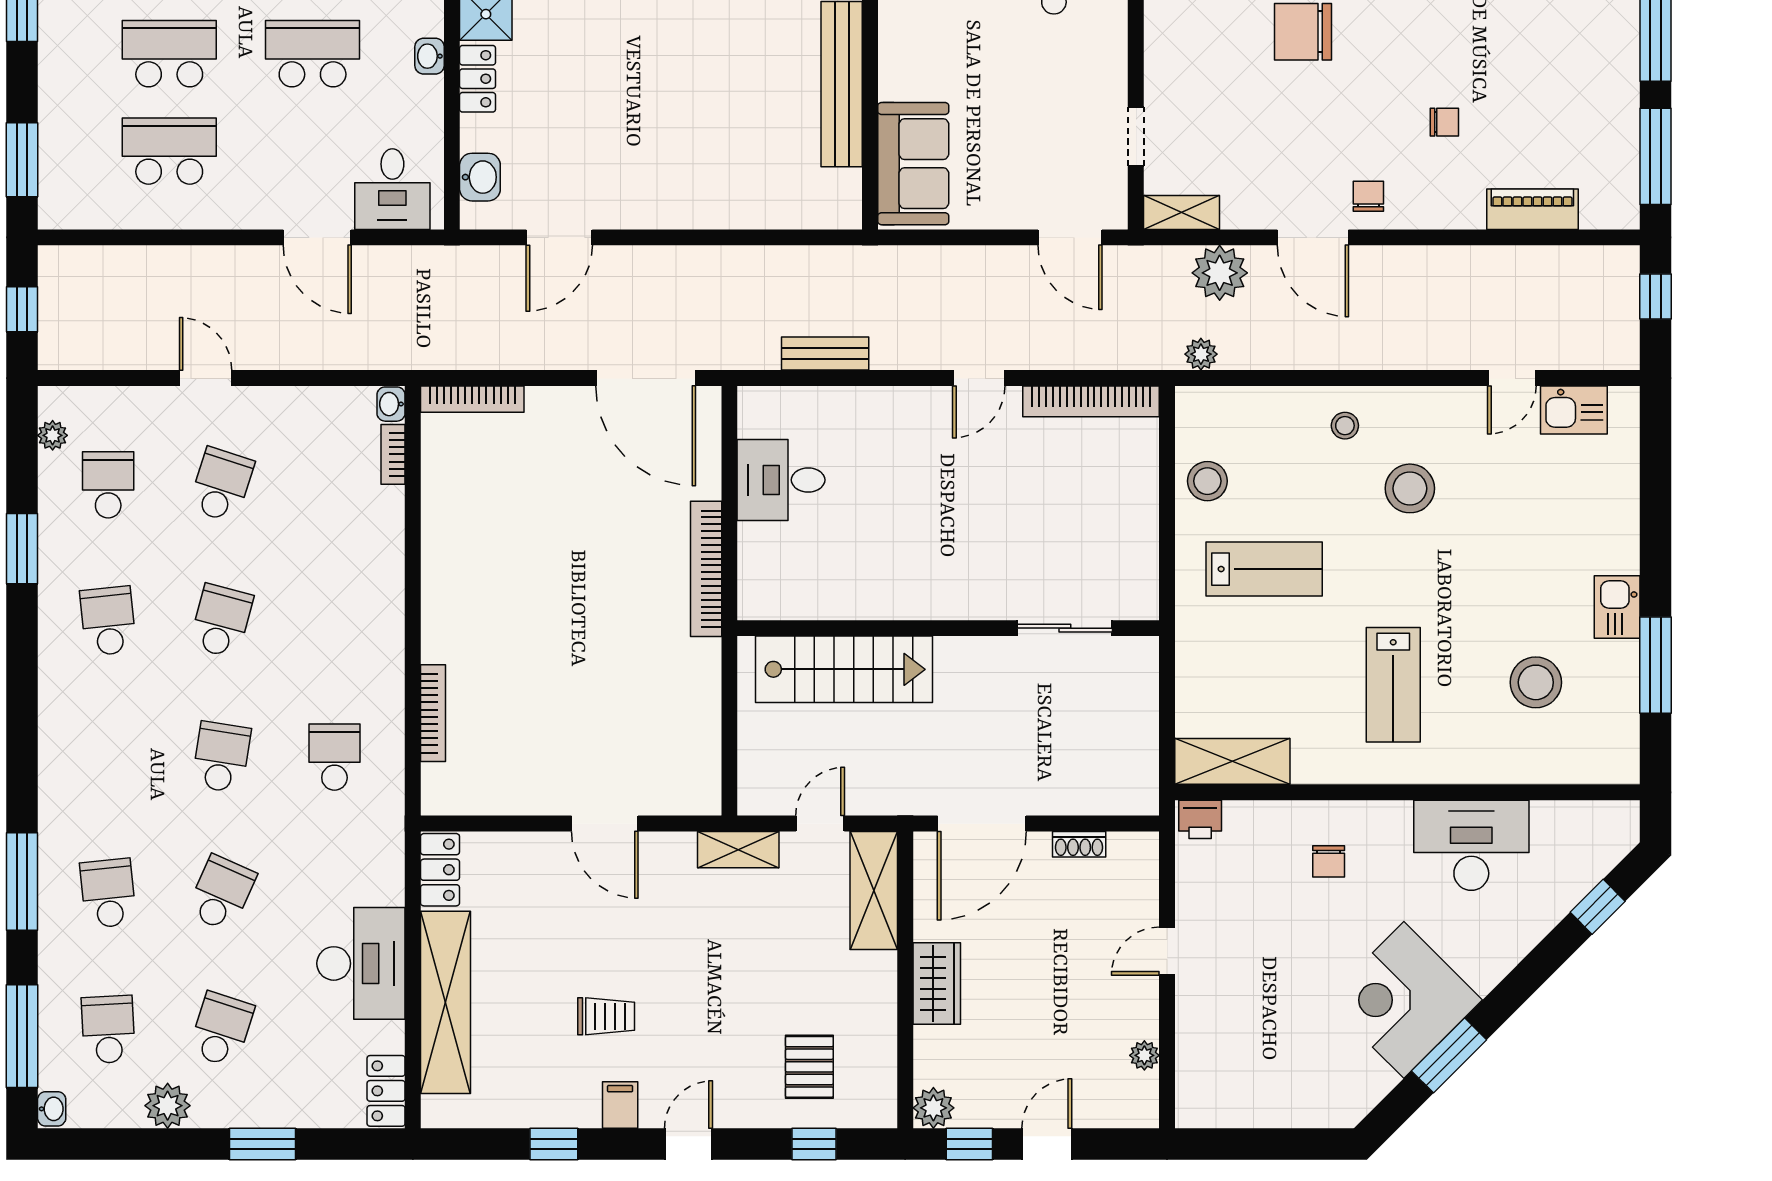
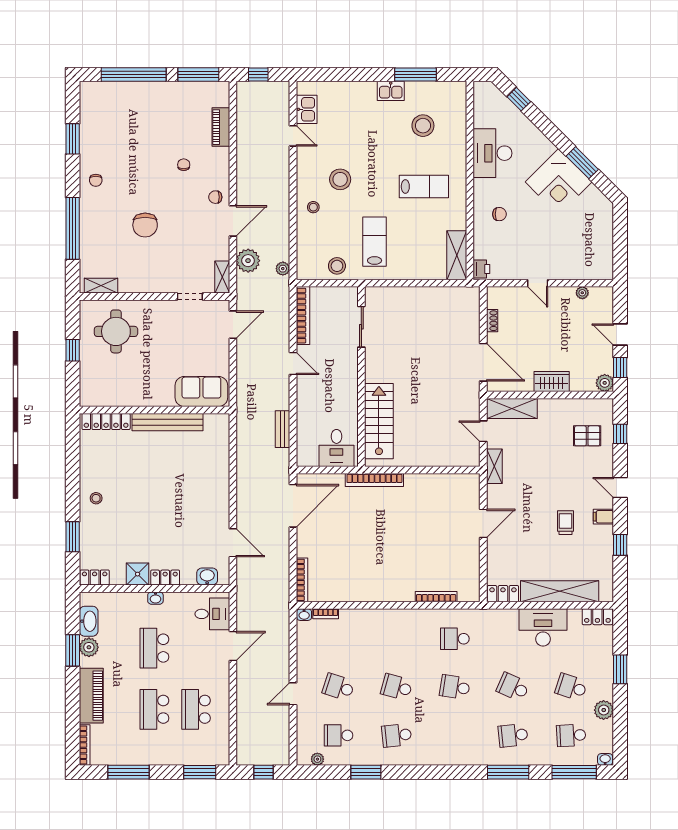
wall: (948, 628) -> (361, 377), moved
sliding door: (1065, 628) -> (361, 327), moved
stairs: (844, 669) -> (379, 421), moved

